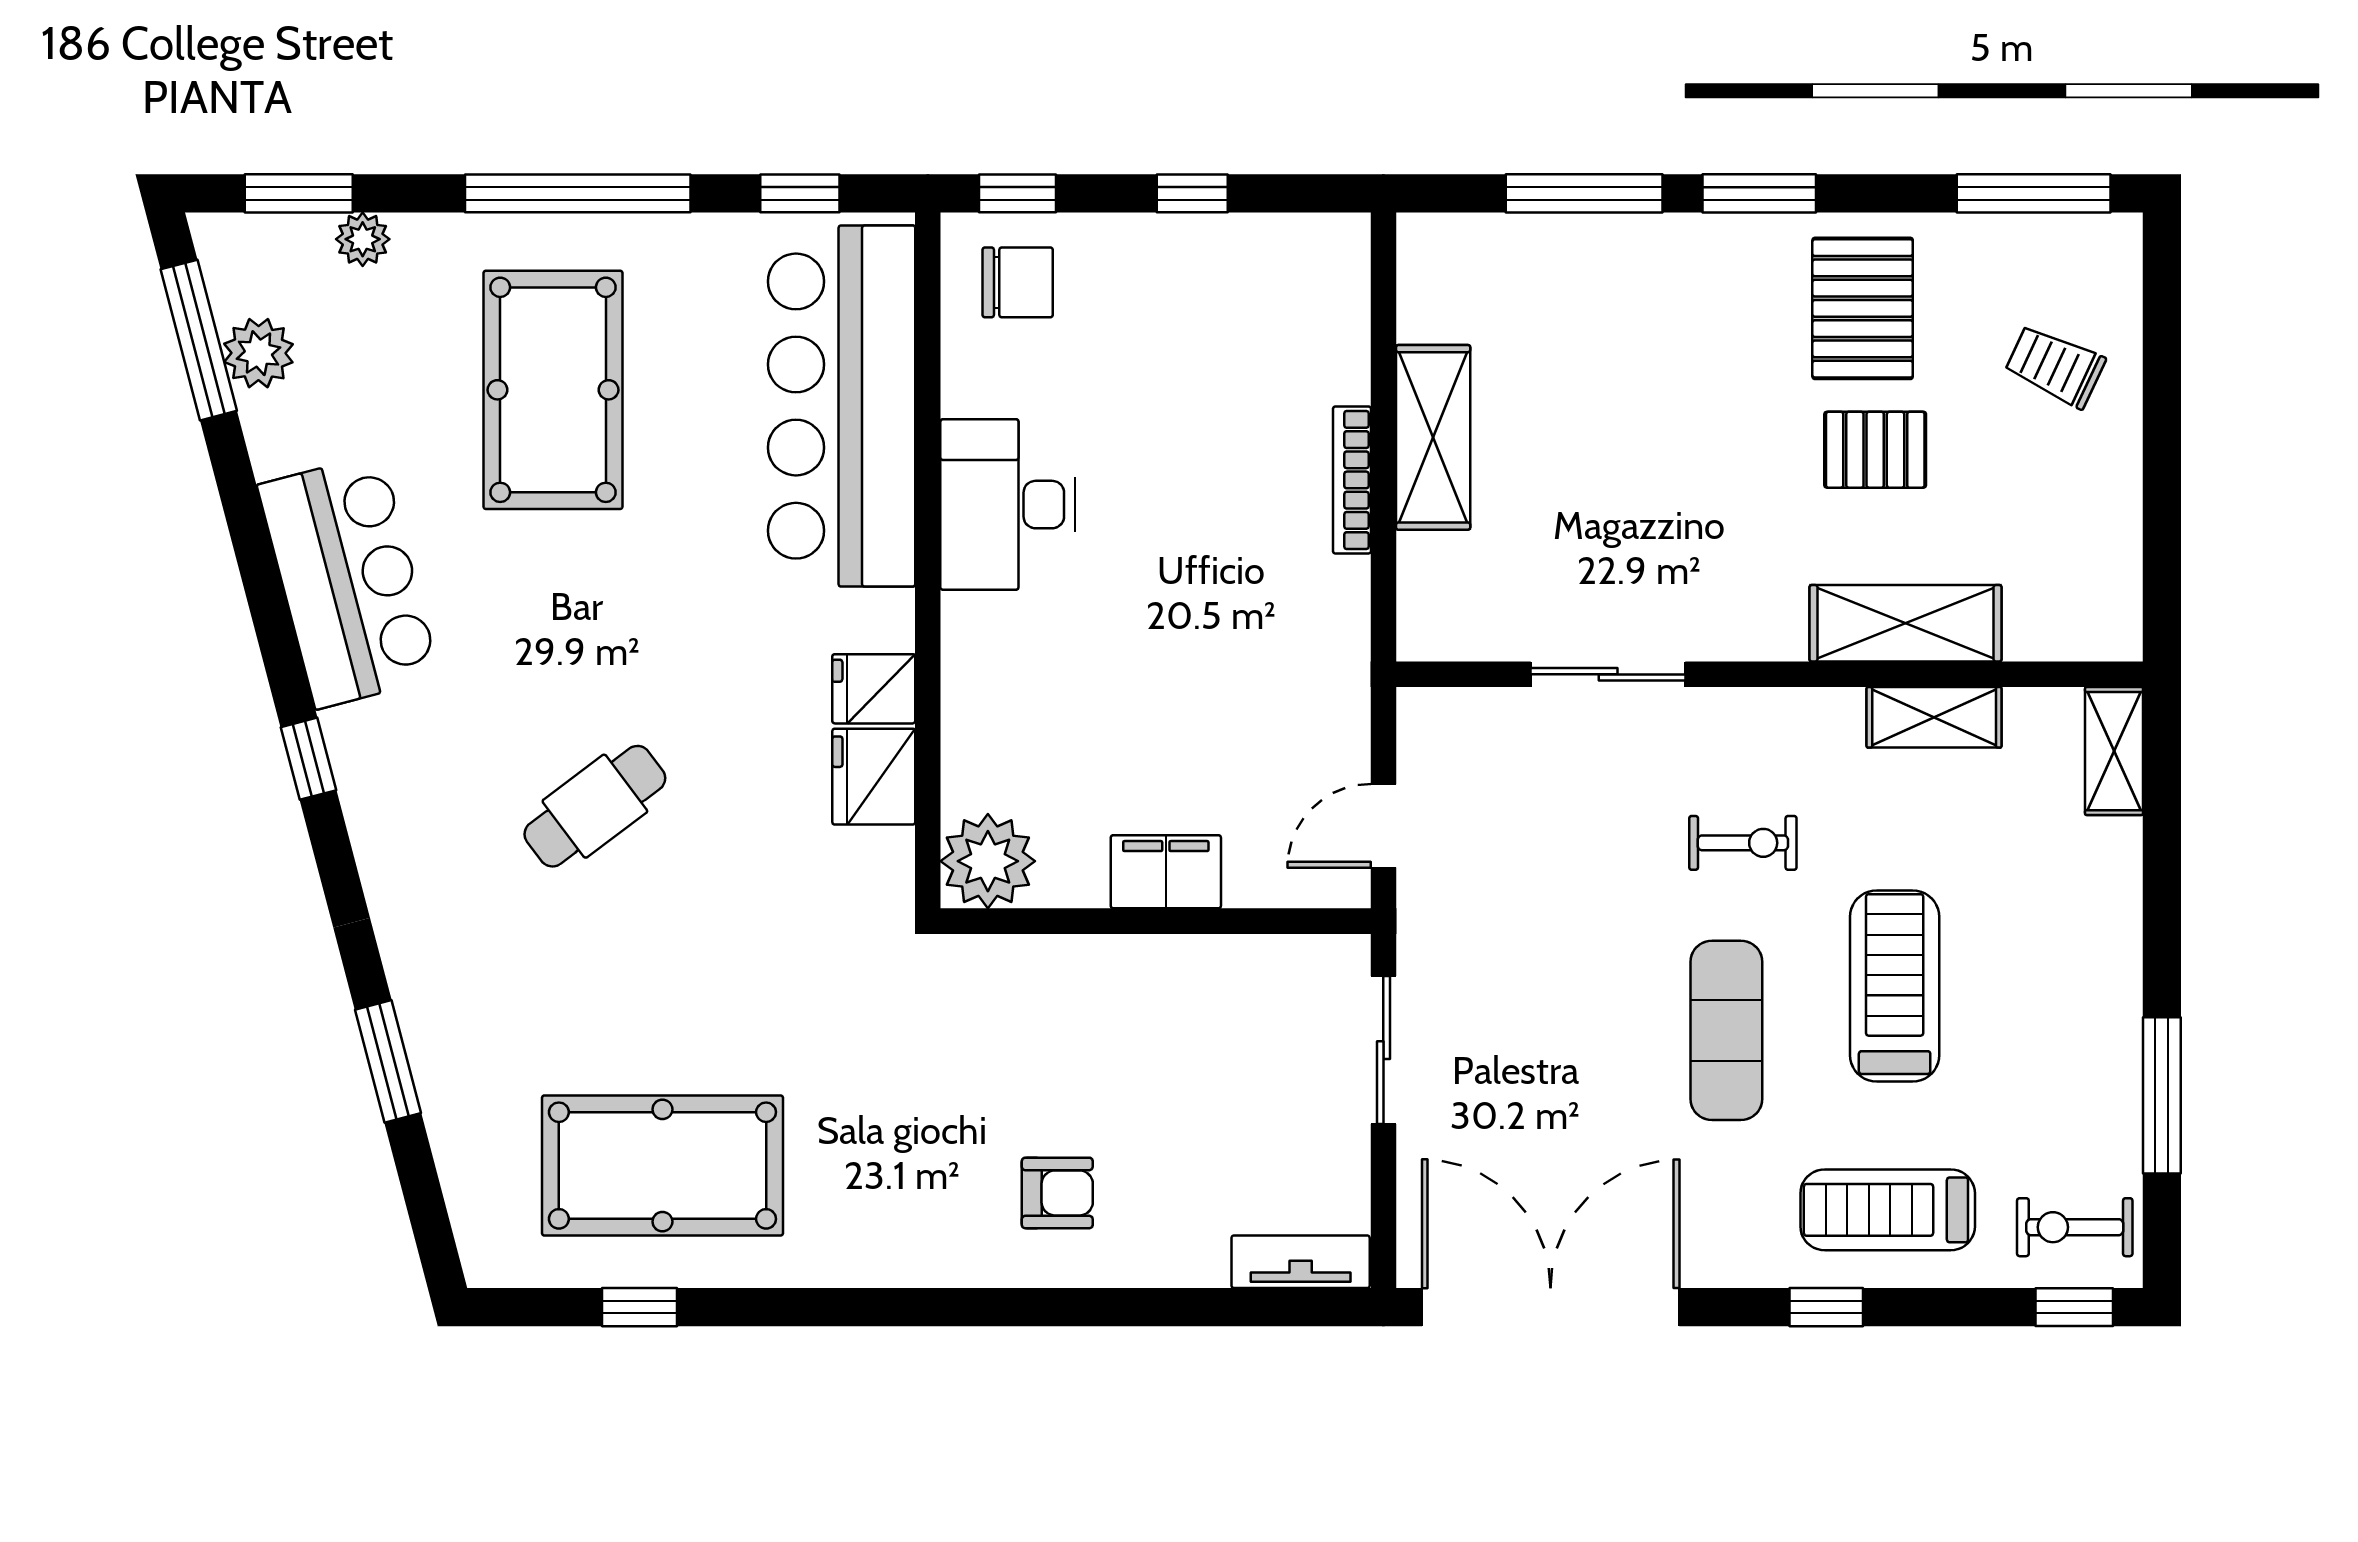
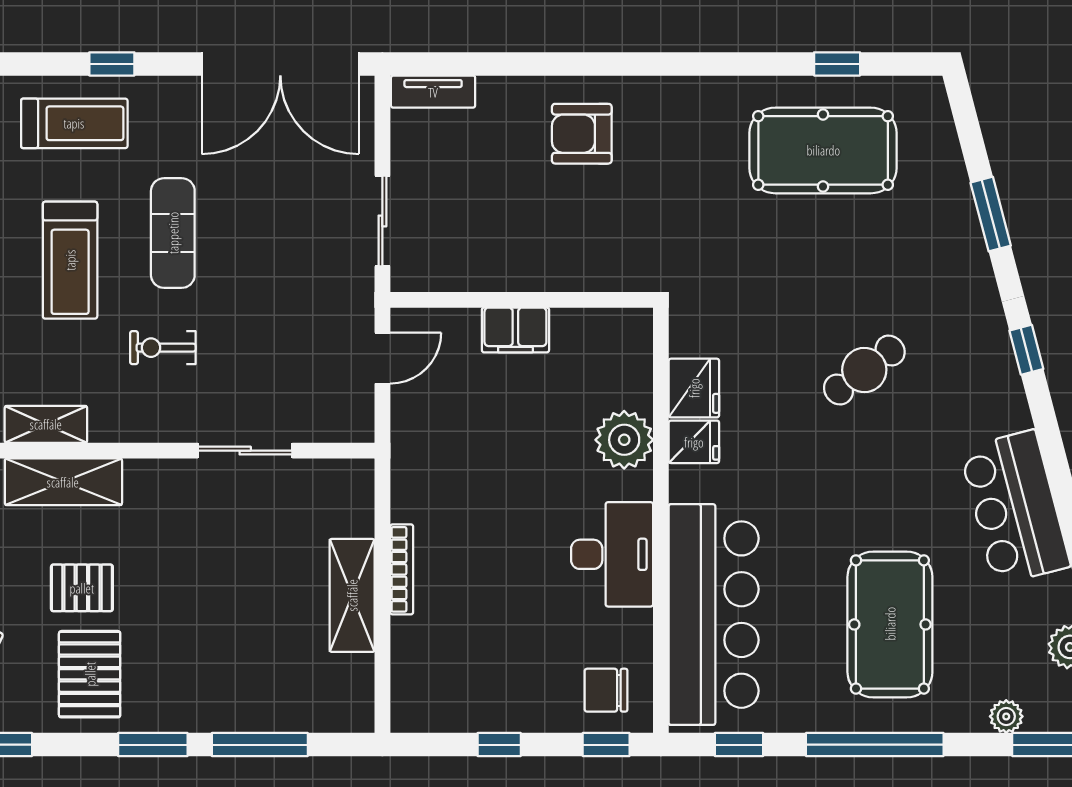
window: (309, 759) -> (1026, 350), moved
plant: (988, 861) -> (624, 440), moved
armchair: (1057, 1193) -> (582, 134), width x1.38, depth x1.38

